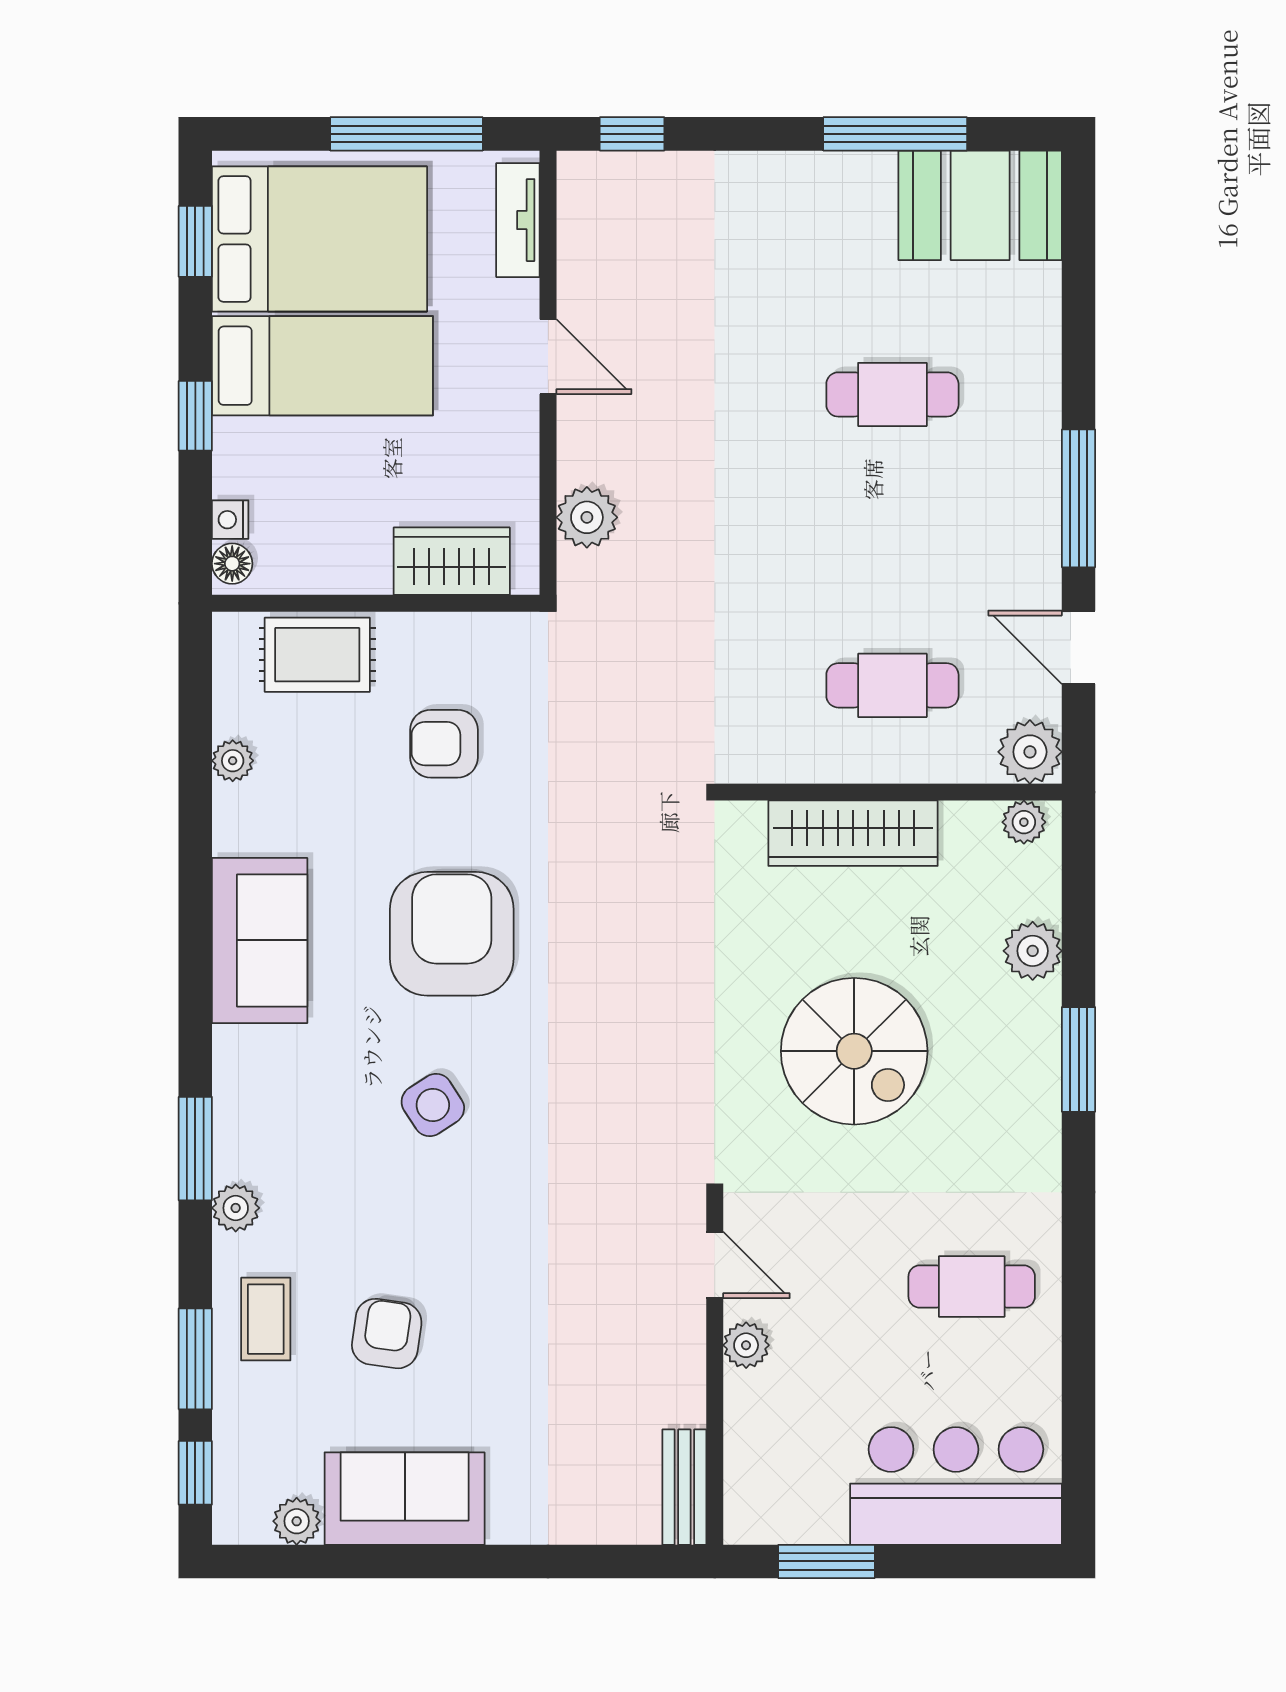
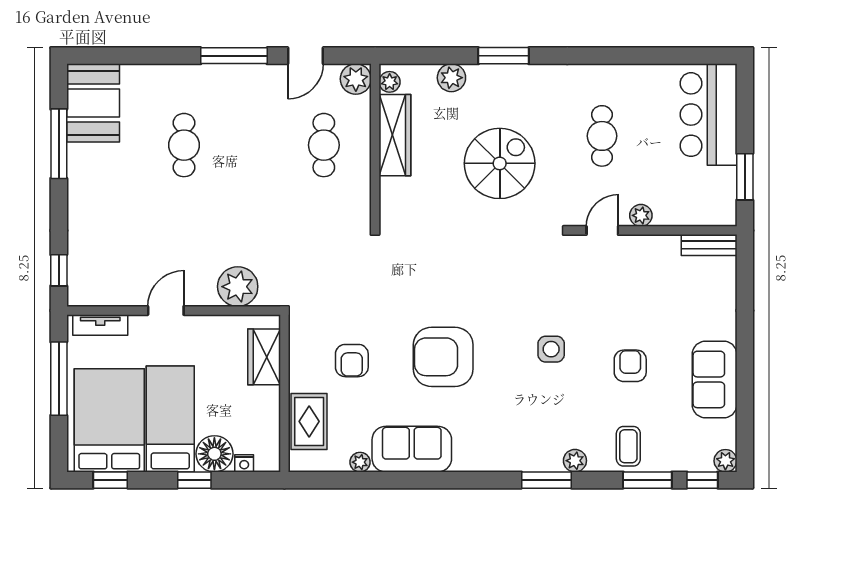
plant: (587, 517) -> (238, 287), width x1.36, depth x1.36
floor lamp: (232, 564) -> (214, 454), moved, width x1.89, depth x1.89
wardrobe: (853, 833) -> (395, 135), moved
sofa: (260, 940) -> (412, 449), moved
side table: (433, 1105) -> (551, 349), moved, turned 33
cafe table: (972, 1287) -> (602, 136), moved
coffee table: (266, 1319) -> (628, 446), turned 90
armchair: (387, 1334) -> (630, 366), moved, turned 82
plant: (297, 1521) -> (725, 461), moved

